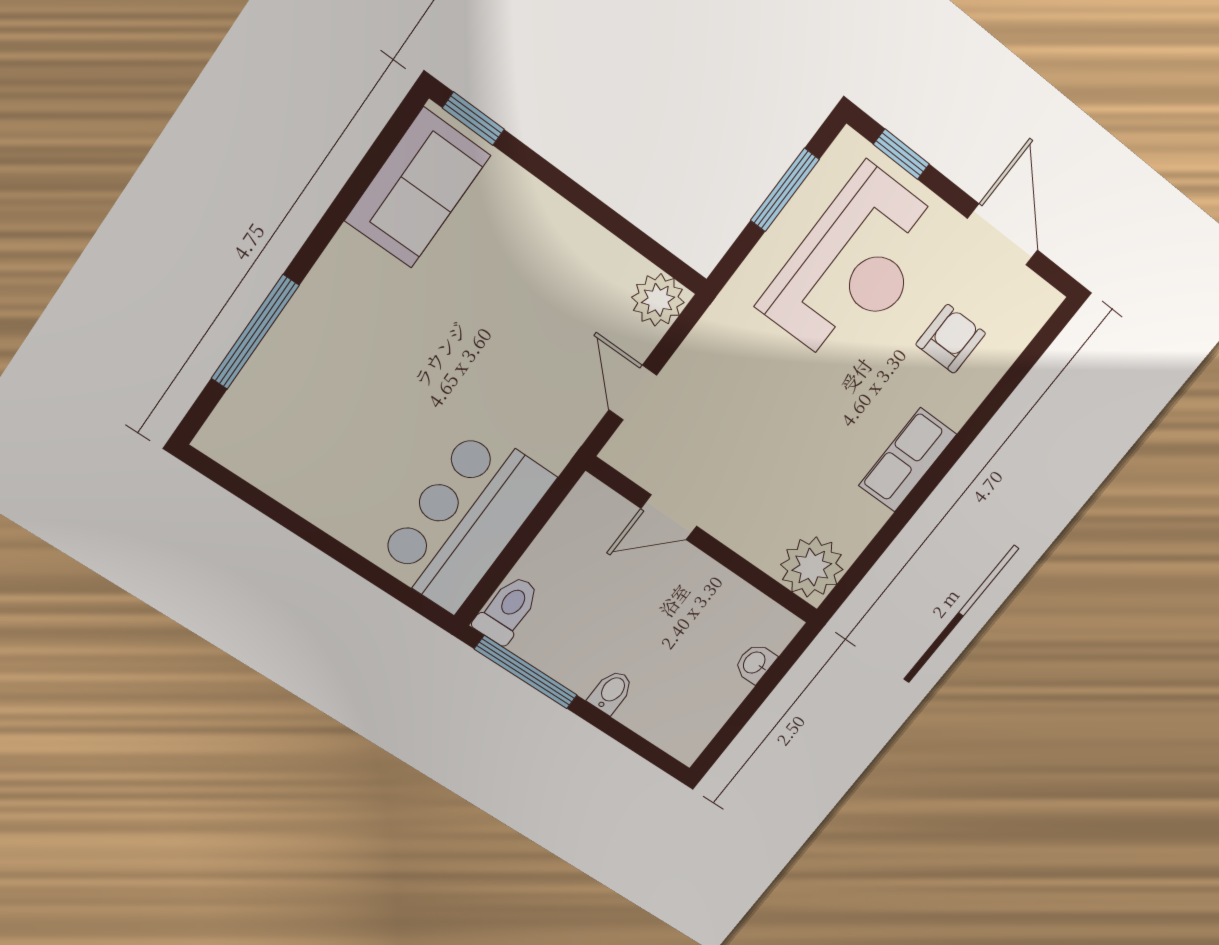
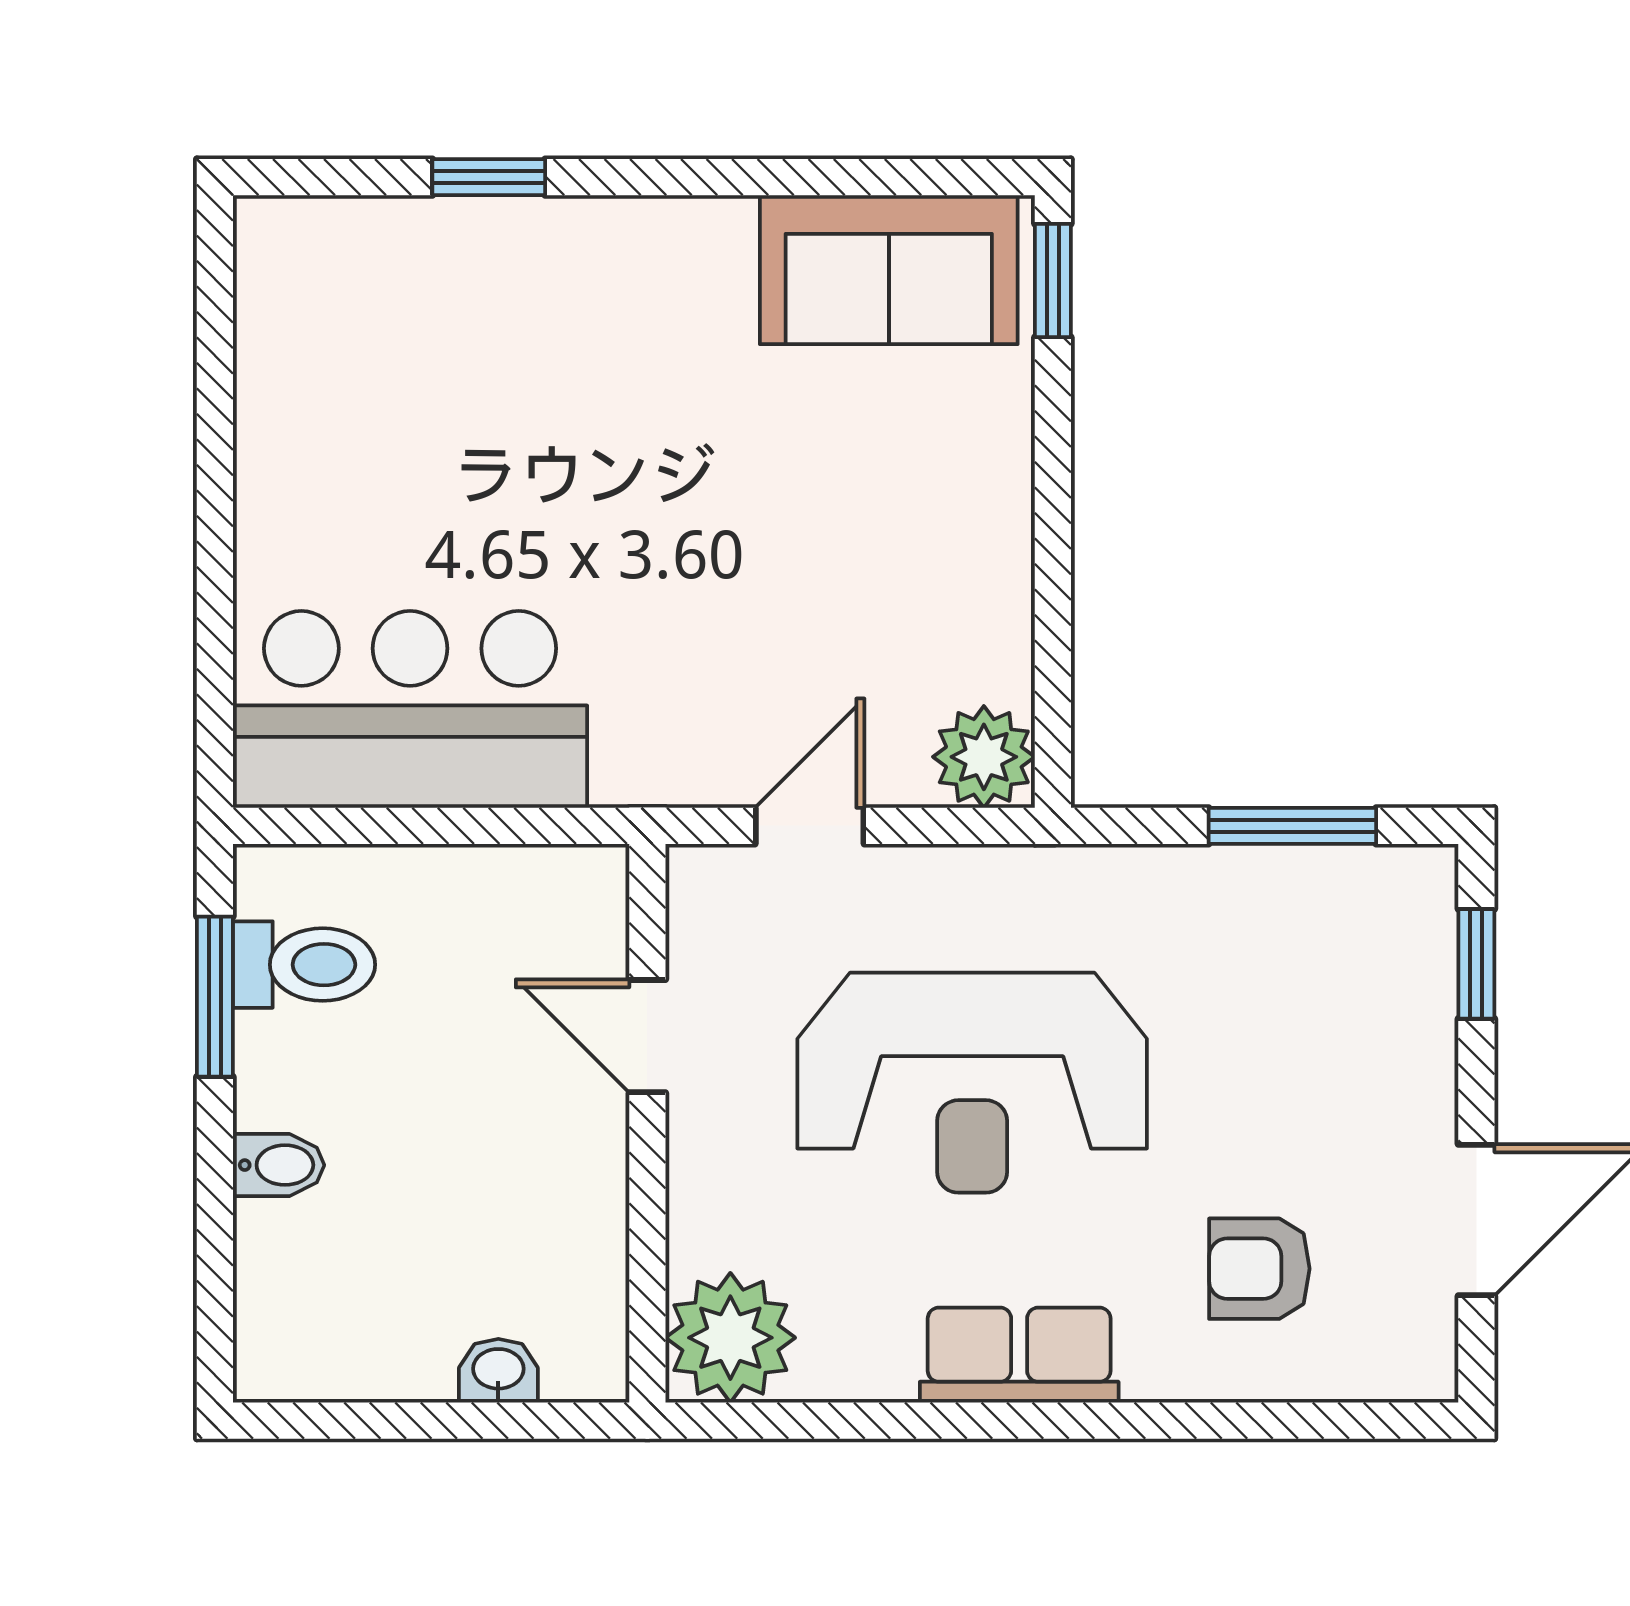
reception desk: (854, 267) -> (972, 1083), moved
window: (255, 332) -> (489, 177), width x0.46
armchair: (951, 339) -> (1259, 1269), turned 180
toilet: (507, 610) -> (304, 965), moved
window: (526, 672) -> (215, 997), width x0.69

